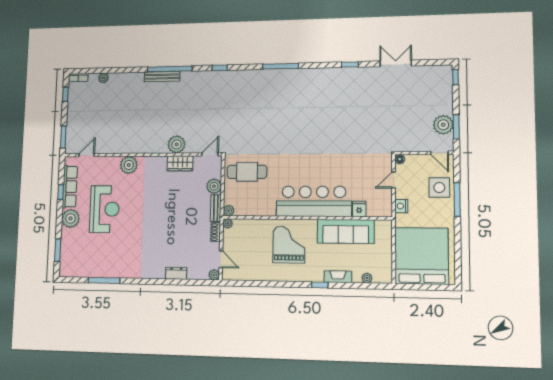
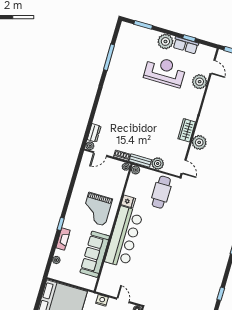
wardrobe: (180, 163) -> (187, 130), moved
plant: (129, 165) -> (200, 82), moved
row of seats: (70, 187) -> (186, 45), width x0.68
reception desk: (105, 209) -> (165, 71), turned 180
fridge: (359, 209) -> (128, 201), moved
grand piano: (289, 245) -> (97, 209), turned 90
dresser: (176, 273) -> (94, 133), moved

